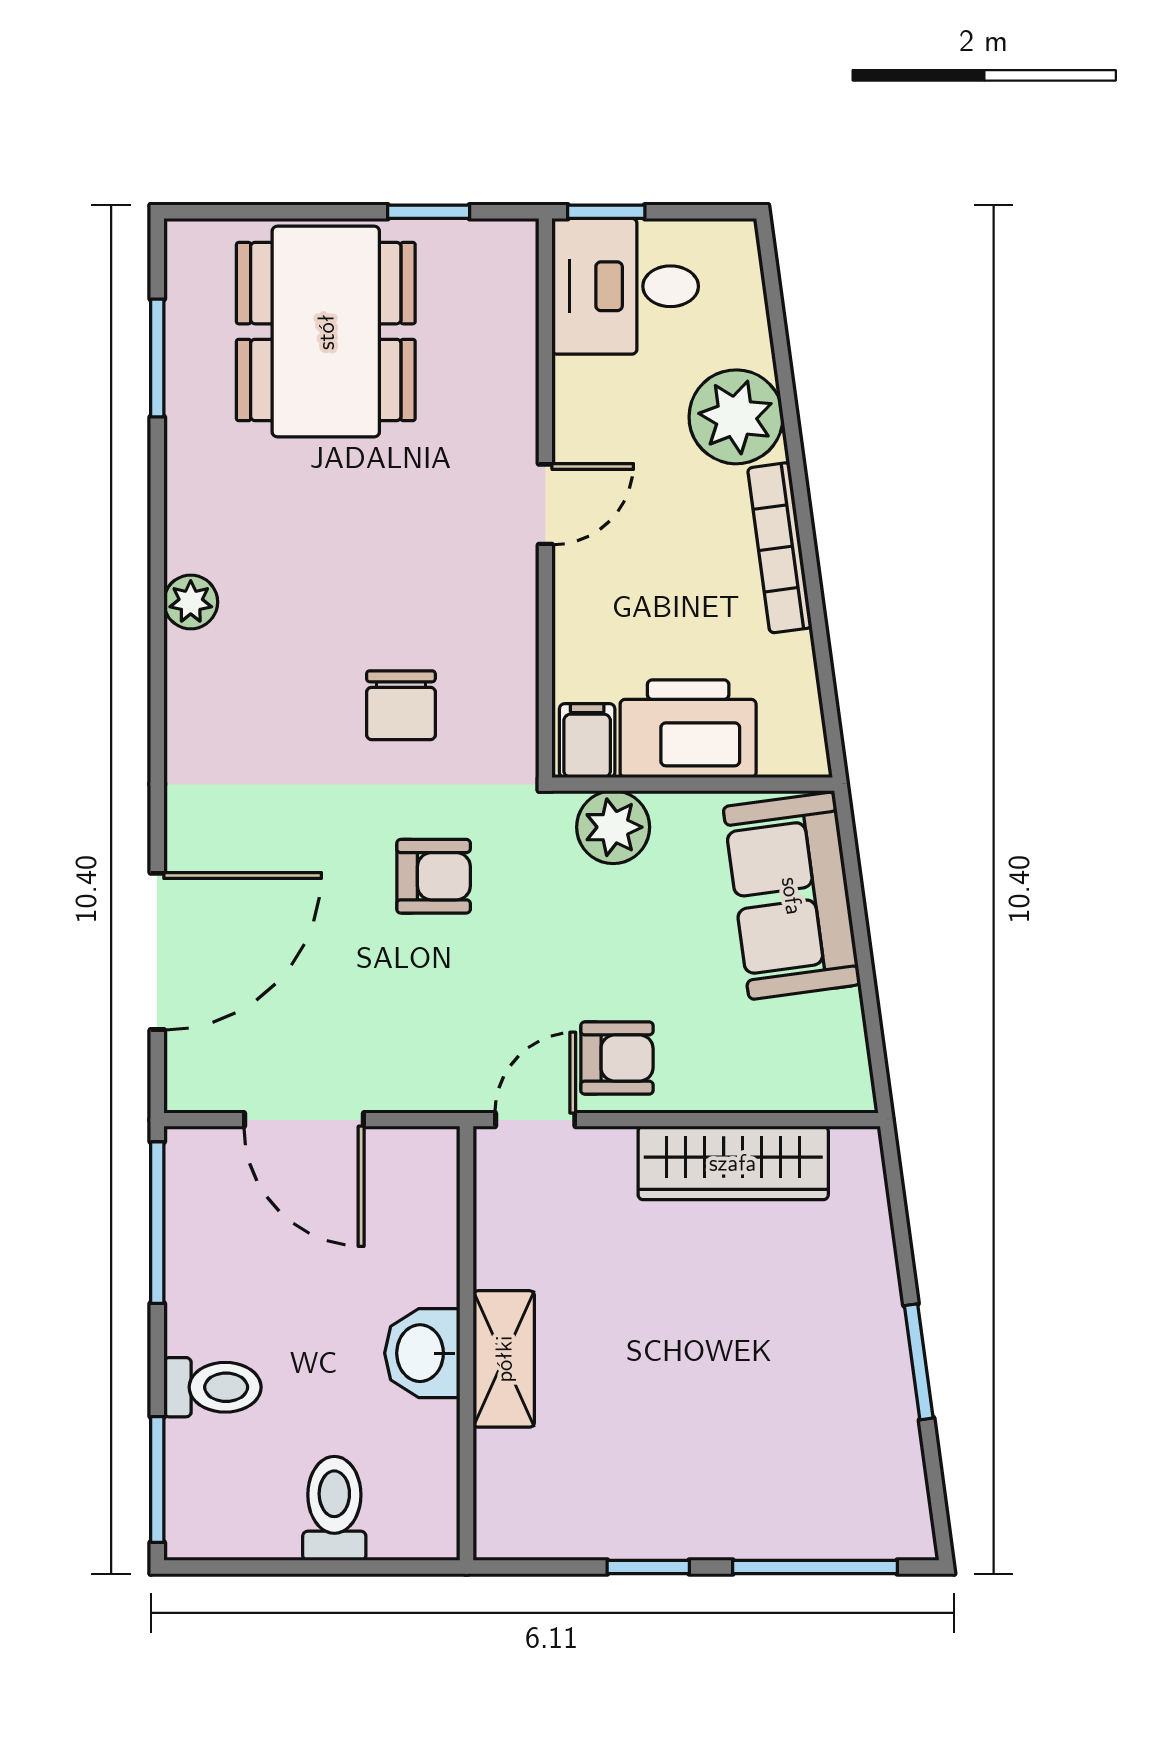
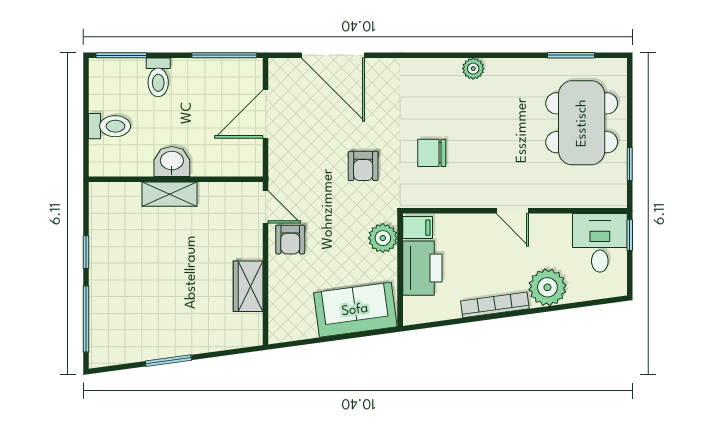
dining table: (326, 332) -> (582, 123), turned 90
wardrobe: (733, 1163) -> (248, 286), width x0.67

